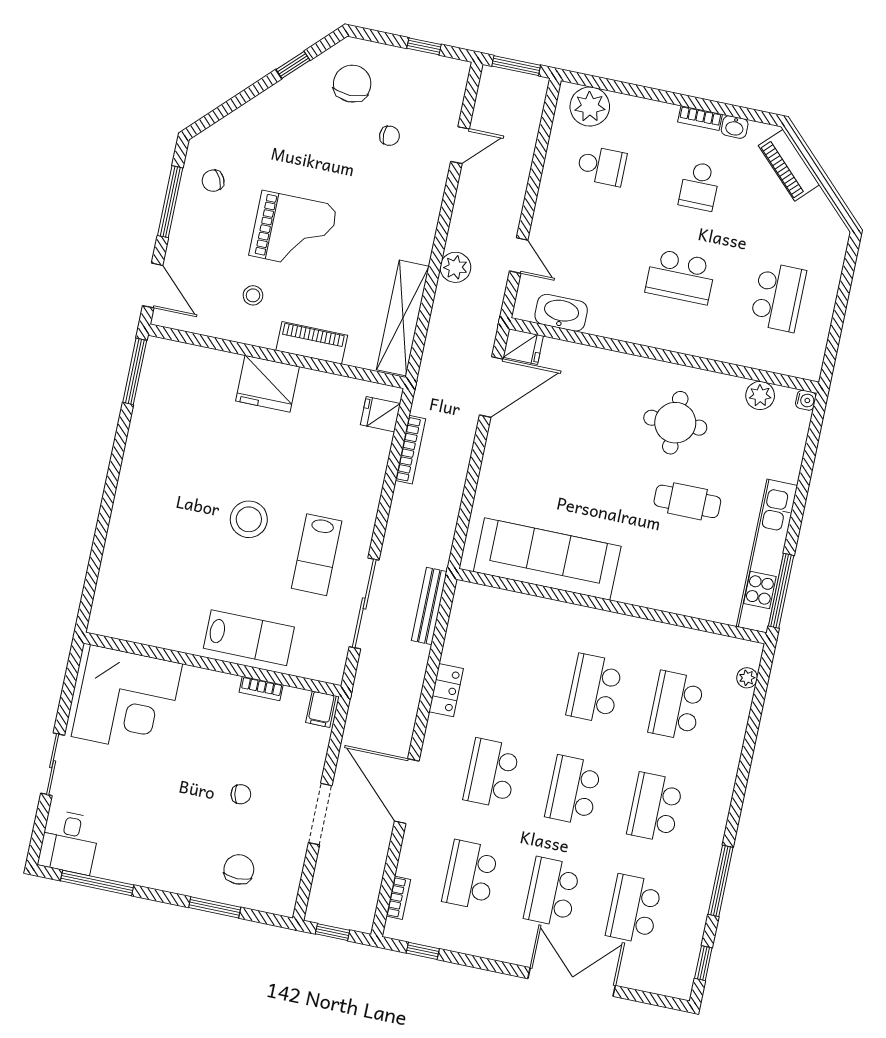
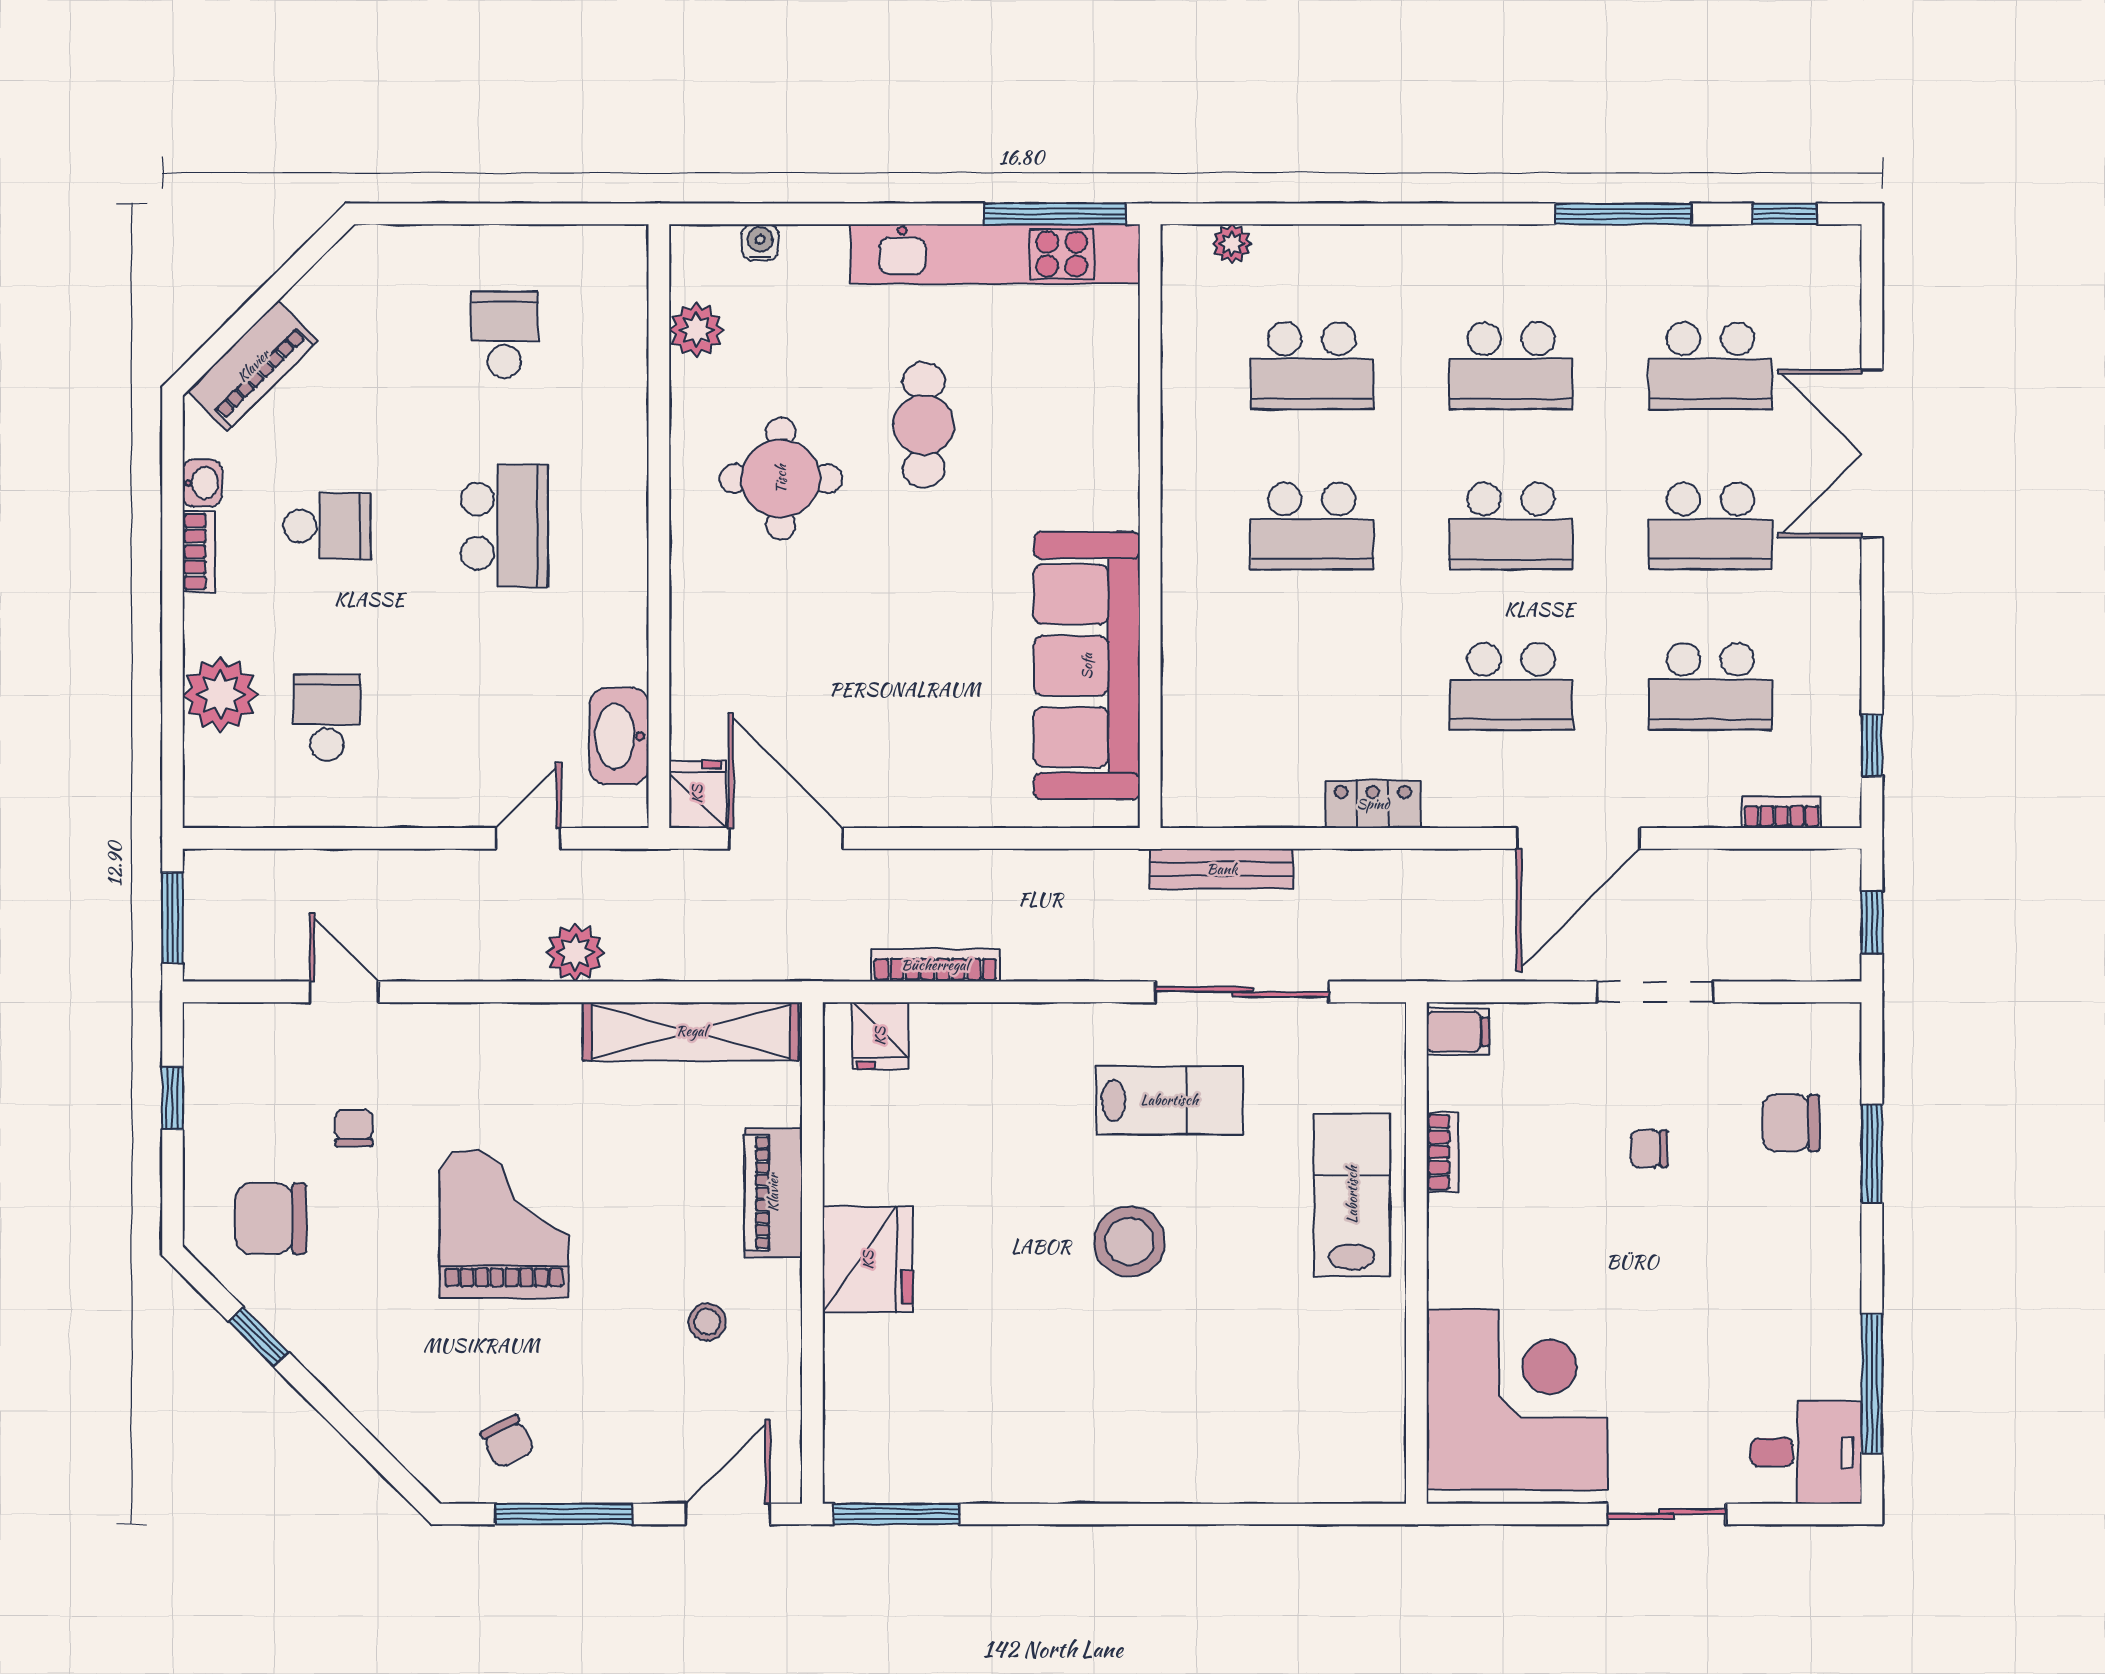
plant: (590, 107) -> (220, 694), moved
grand piano: (293, 231) -> (504, 1224), moved
school desk: (778, 297) -> (504, 335), width x0.54
water cooler: (806, 400) -> (760, 242), moved
chair: (241, 794) -> (1649, 1149), turned -79

